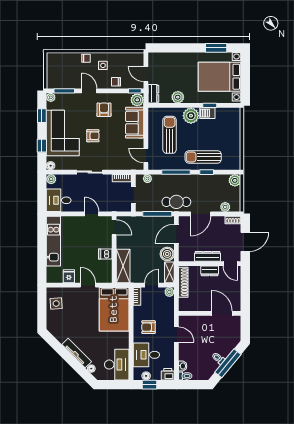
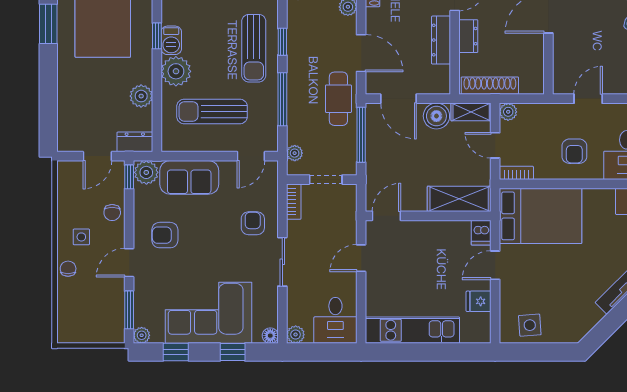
armchair: (93, 136) -> (253, 223), moved
dishwasher: (105, 254) -> (481, 233), moved

